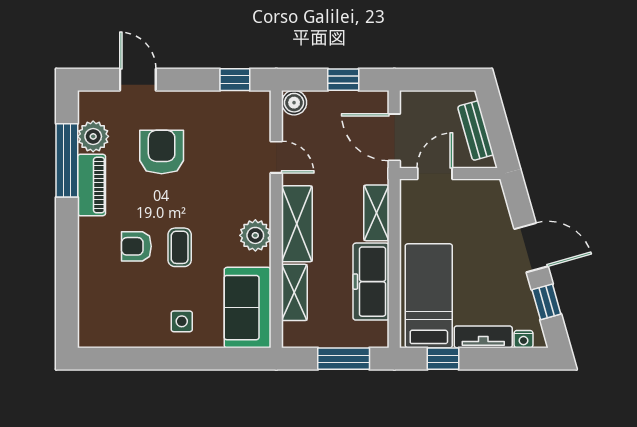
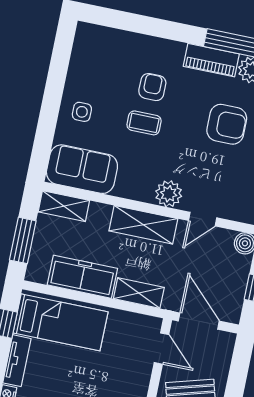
door: (394, 137) -> (199, 321), hinge flipped
plant: (255, 235) -> (169, 194), moved
shelving: (294, 292) -> (64, 206), moved

